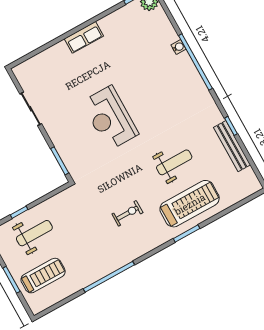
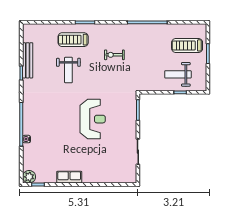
row of seats: (84, 37) -> (69, 177), moved
weight bench: (174, 162) -> (68, 70), turned -90
treadmill: (190, 204) -> (73, 40), width x0.73, depth x0.73

